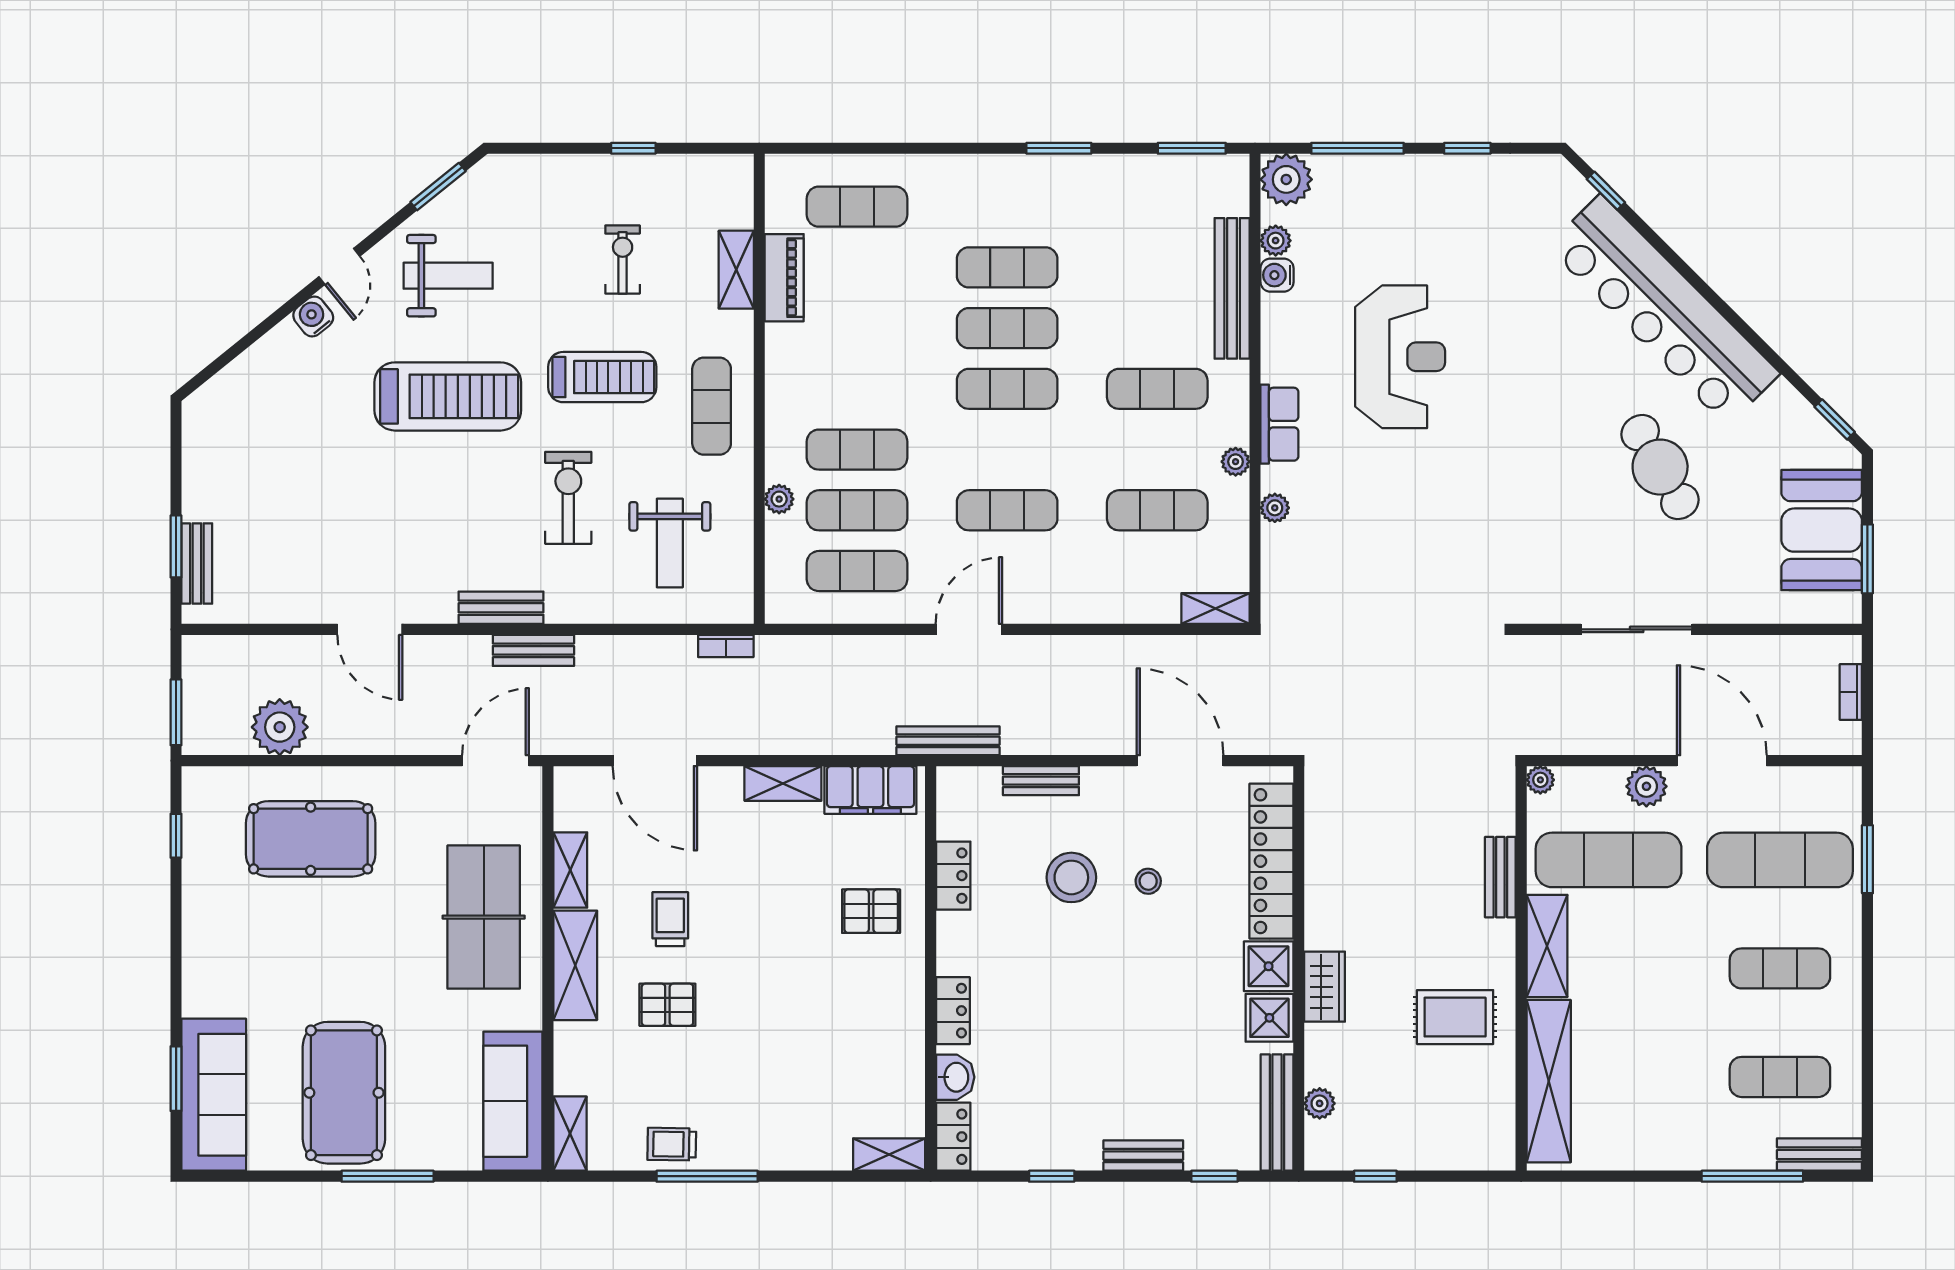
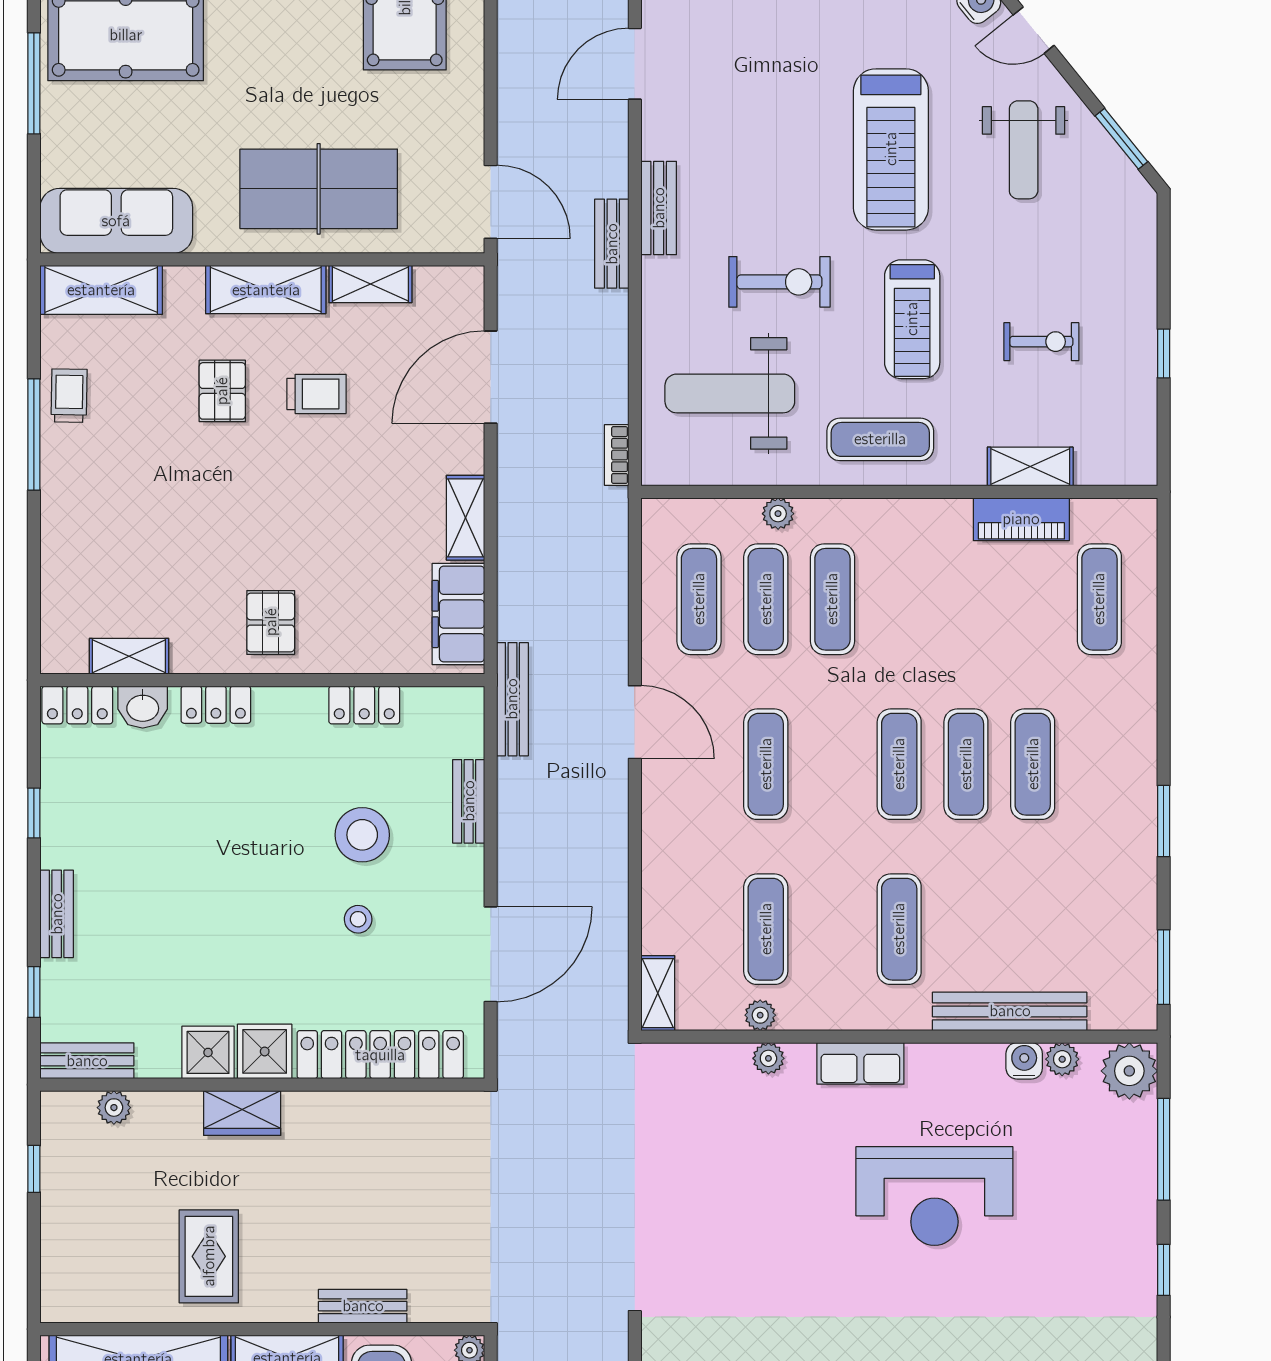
plant: (1236, 462) -> (760, 1015), moved
weight bench: (670, 543) -> (730, 393), width x1.36, depth x1.33
pallet: (871, 911) -> (271, 622), moved
bench: (1277, 1112) -> (87, 1061), width x0.73
shelving: (570, 1134) -> (101, 290), width x1.50, depth x1.33
shelving: (889, 1155) -> (129, 656), moved, turned 90

